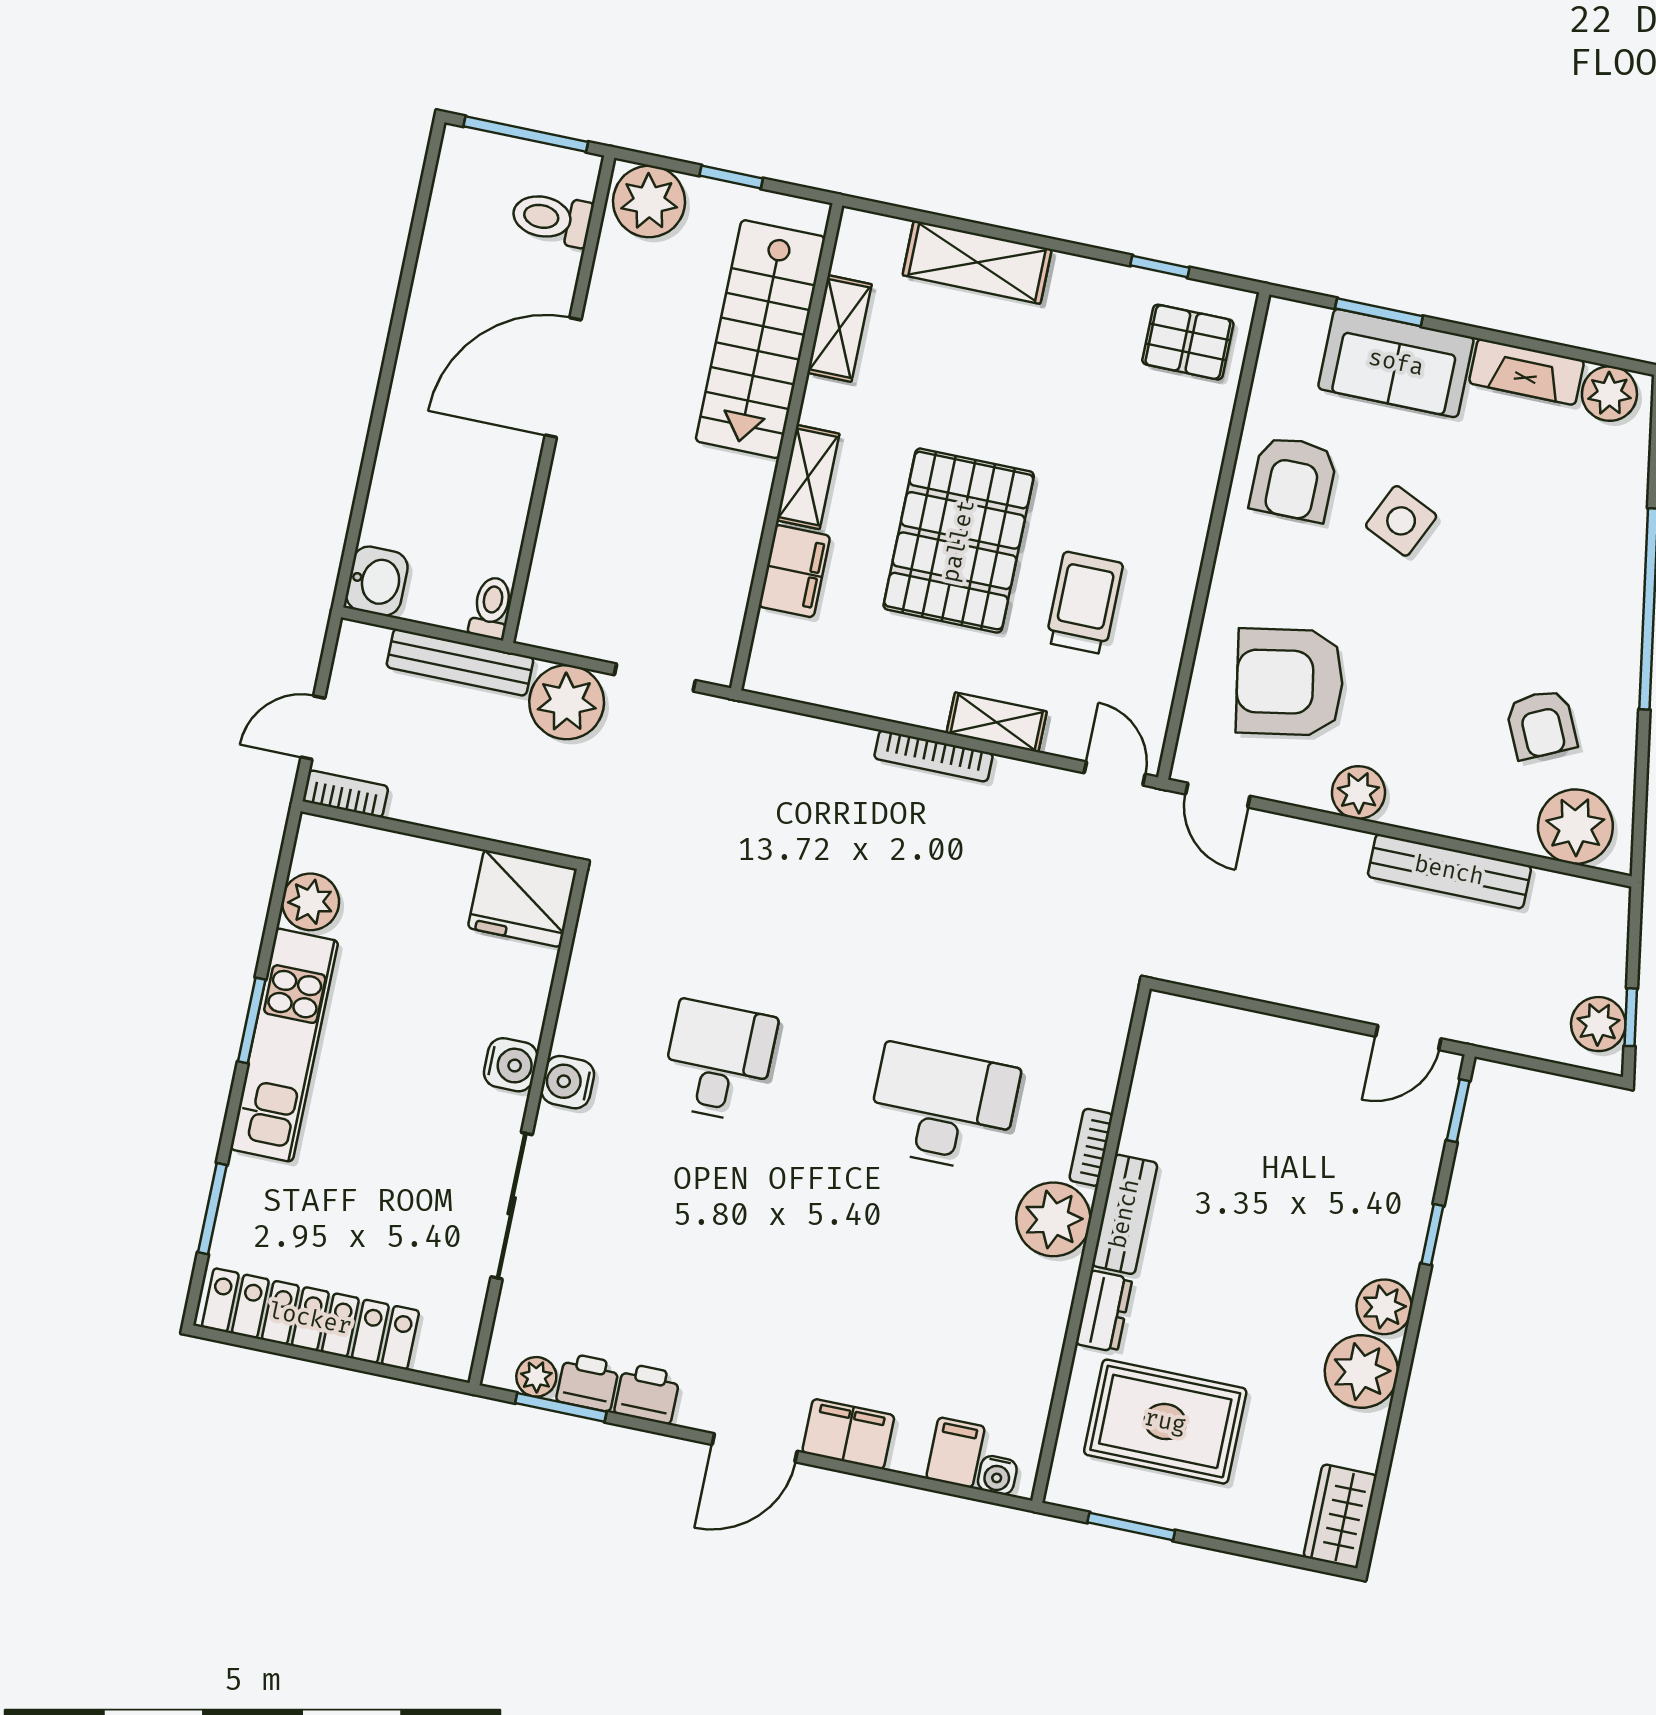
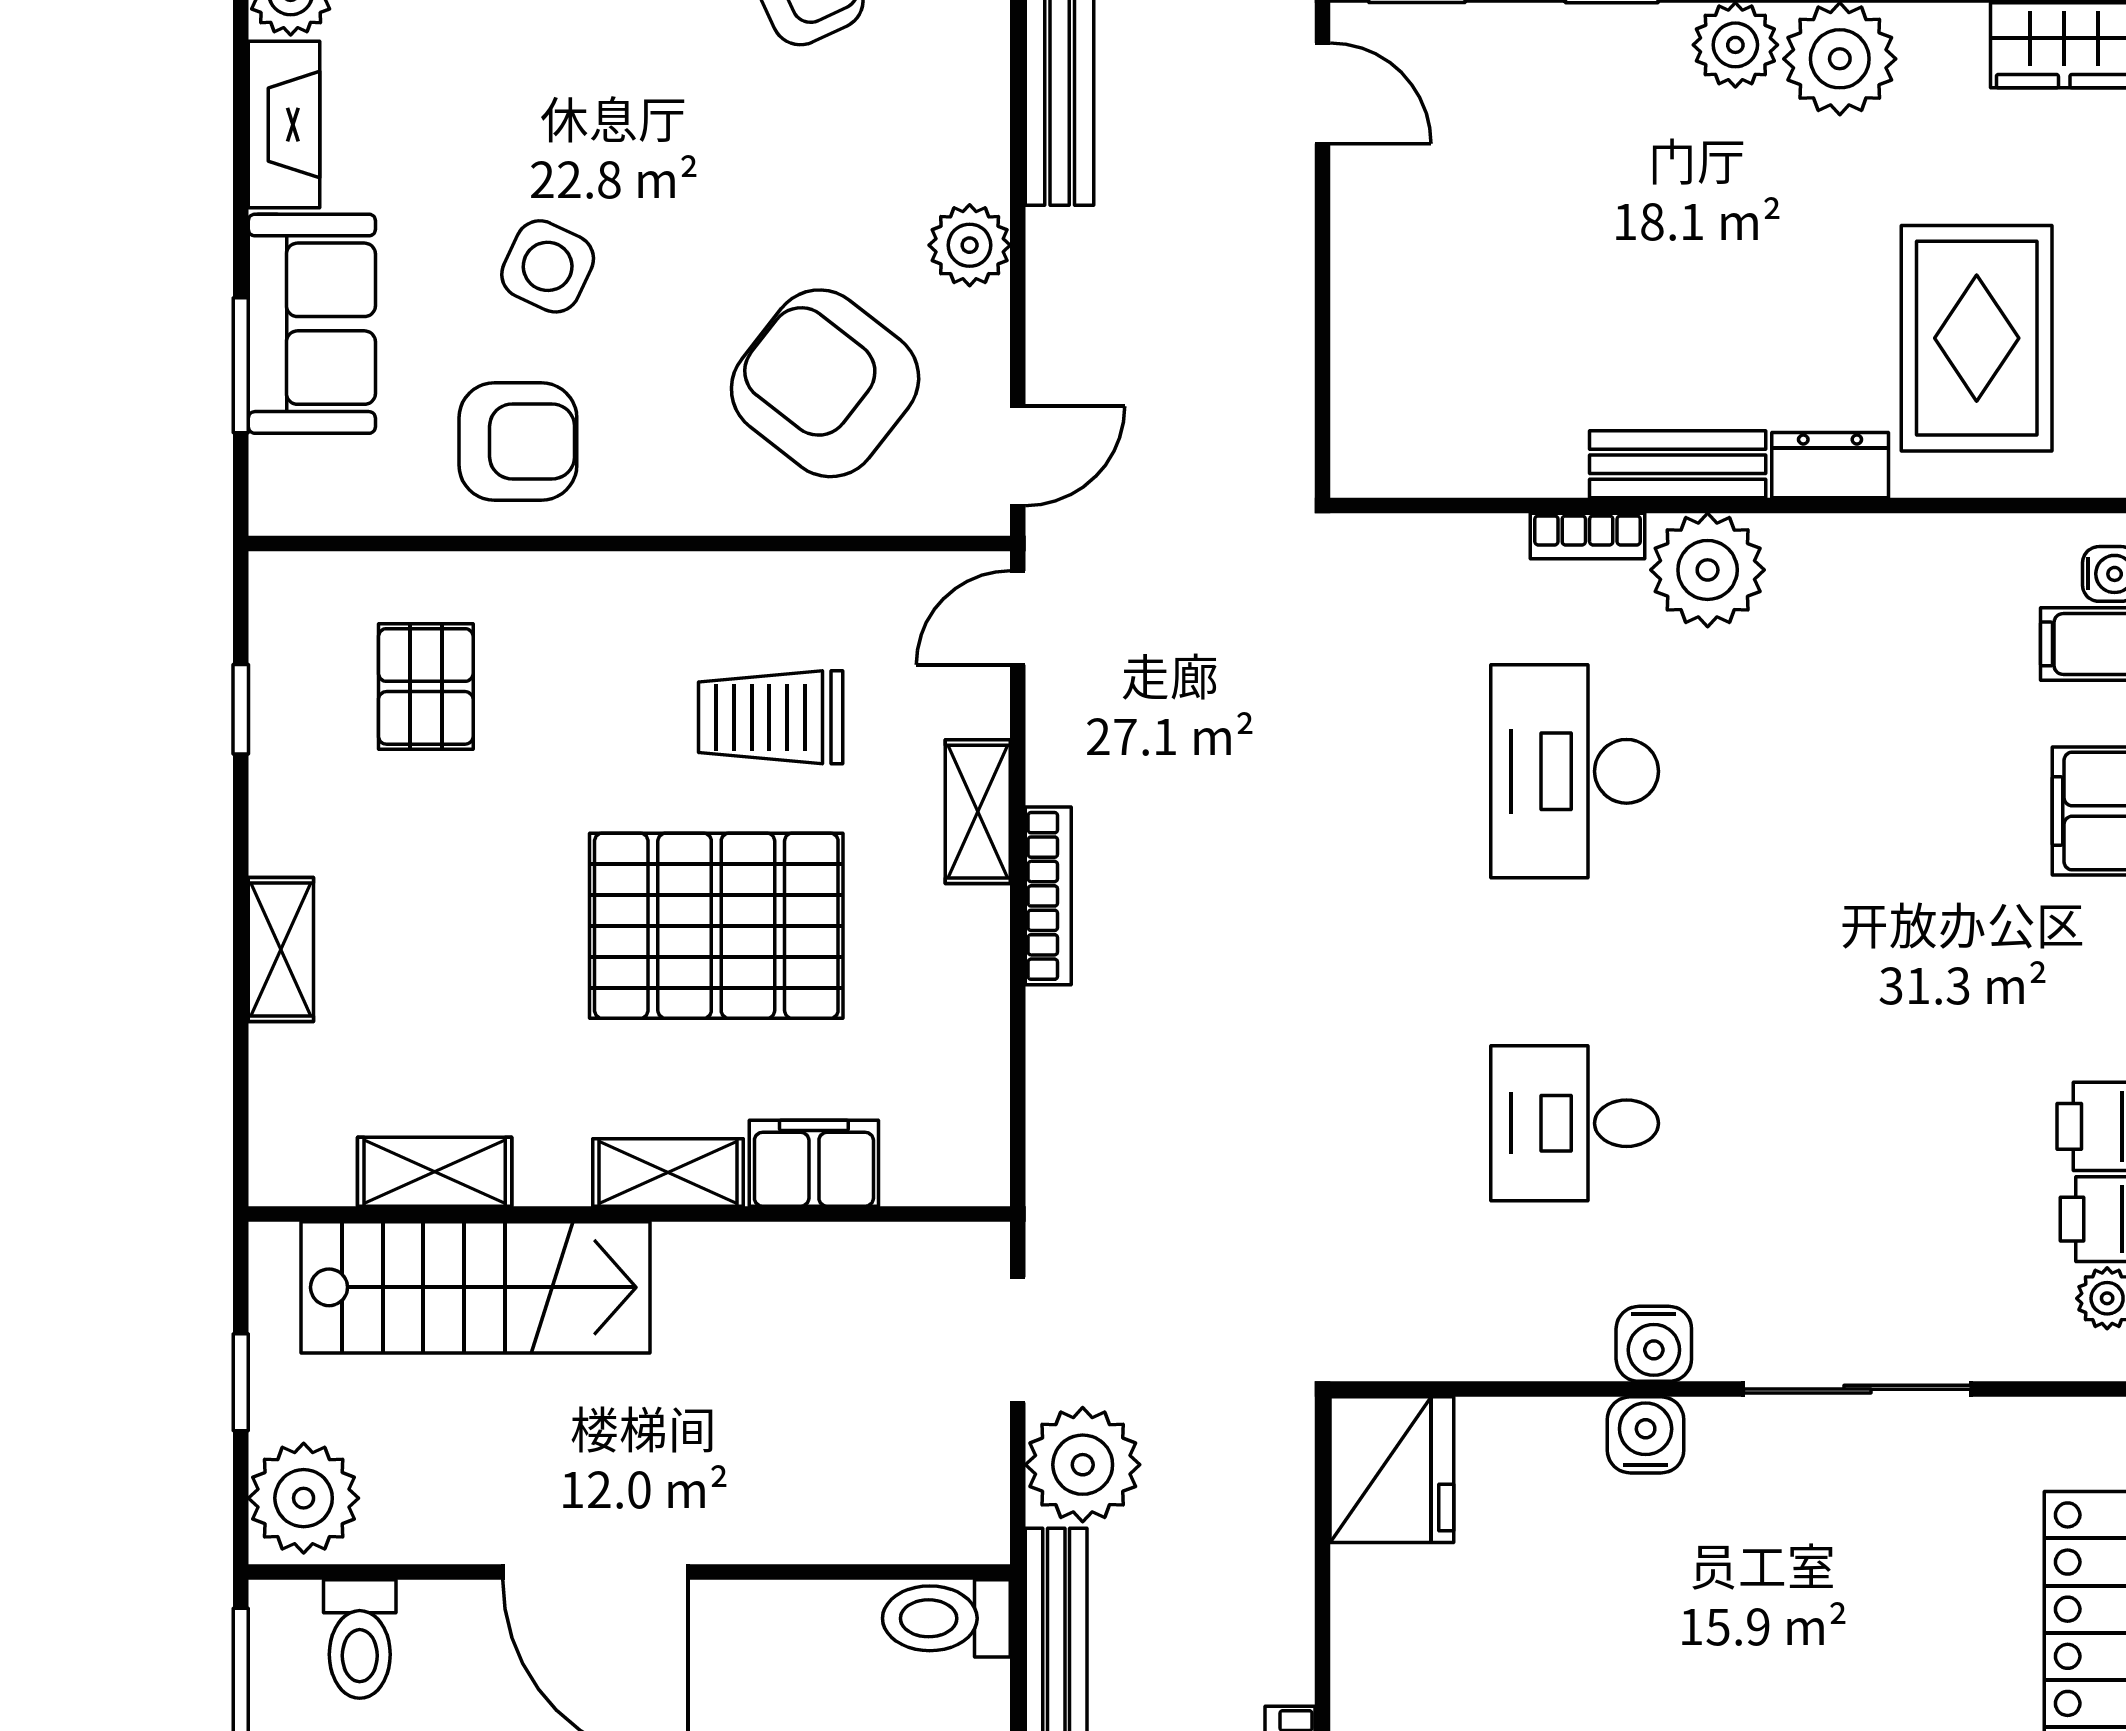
shelving: (977, 262) -> (281, 949), width x0.67, depth x0.75
pallet: (1188, 342) -> (426, 686), moved
toilet: (491, 608) -> (946, 1618), width x1.37, depth x1.39
armchair: (1290, 682) -> (825, 383), turned 138

